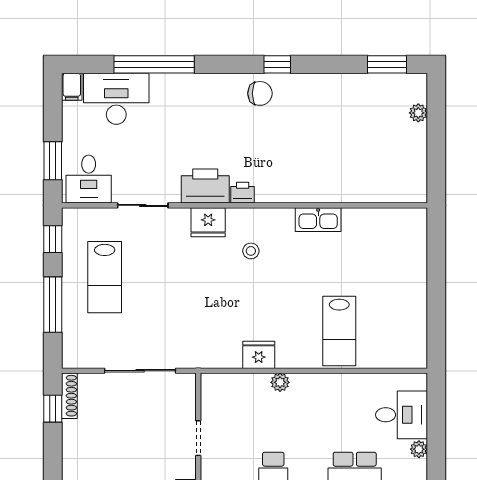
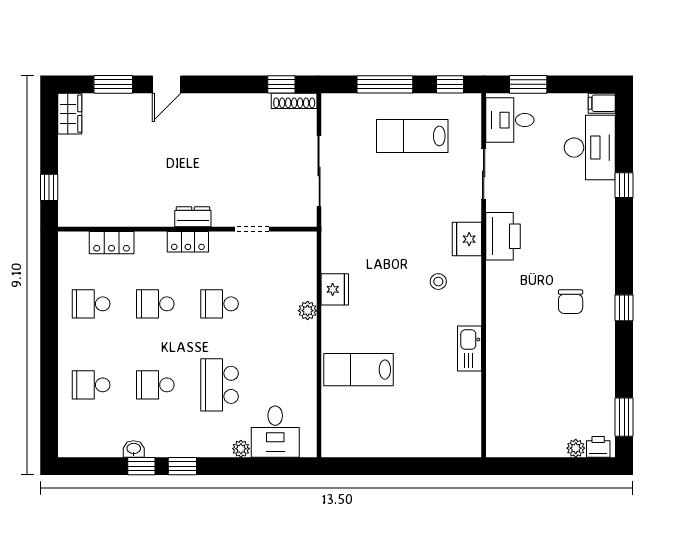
window: (154, 64) -> (624, 185), width x0.32
chair: (260, 93) -> (571, 302), moved
printer: (243, 193) -> (598, 447), moved, turned -90

